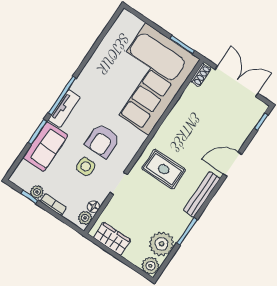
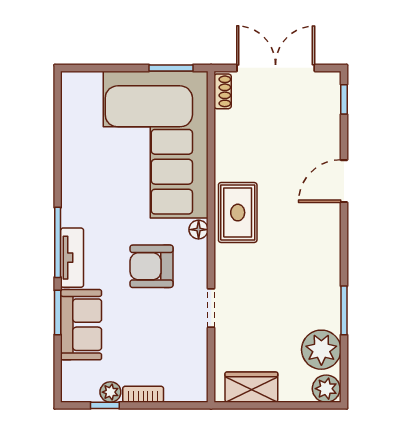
armchair: (102, 141) -> (152, 266), turned 90
side table: (86, 166) -> (152, 315), removed
rug: (164, 169) -> (238, 213), moved, turned 90
bench: (202, 194) -> (330, 248), removed
floor lamp: (94, 207) -> (199, 230), moved
plant: (85, 218) -> (197, 384), removed

